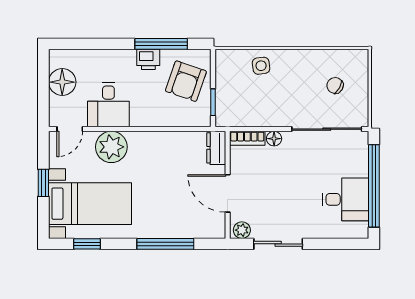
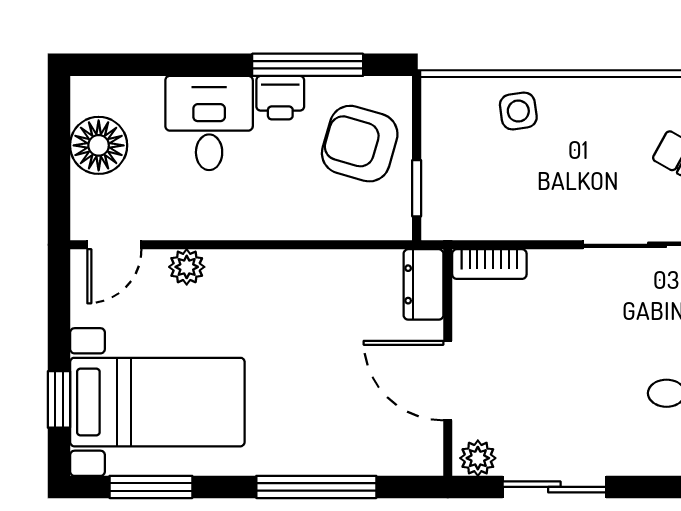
armchair: (186, 81) -> (360, 144), turned 87
desk: (108, 105) -> (209, 123), moved, turned 180
floor lamp: (274, 139) -> (546, 265), removed
plant: (111, 147) -> (187, 267), width x0.53, depth x0.53
window: (43, 183) -> (59, 399), moved
window: (87, 244) -> (151, 487), width x1.50

